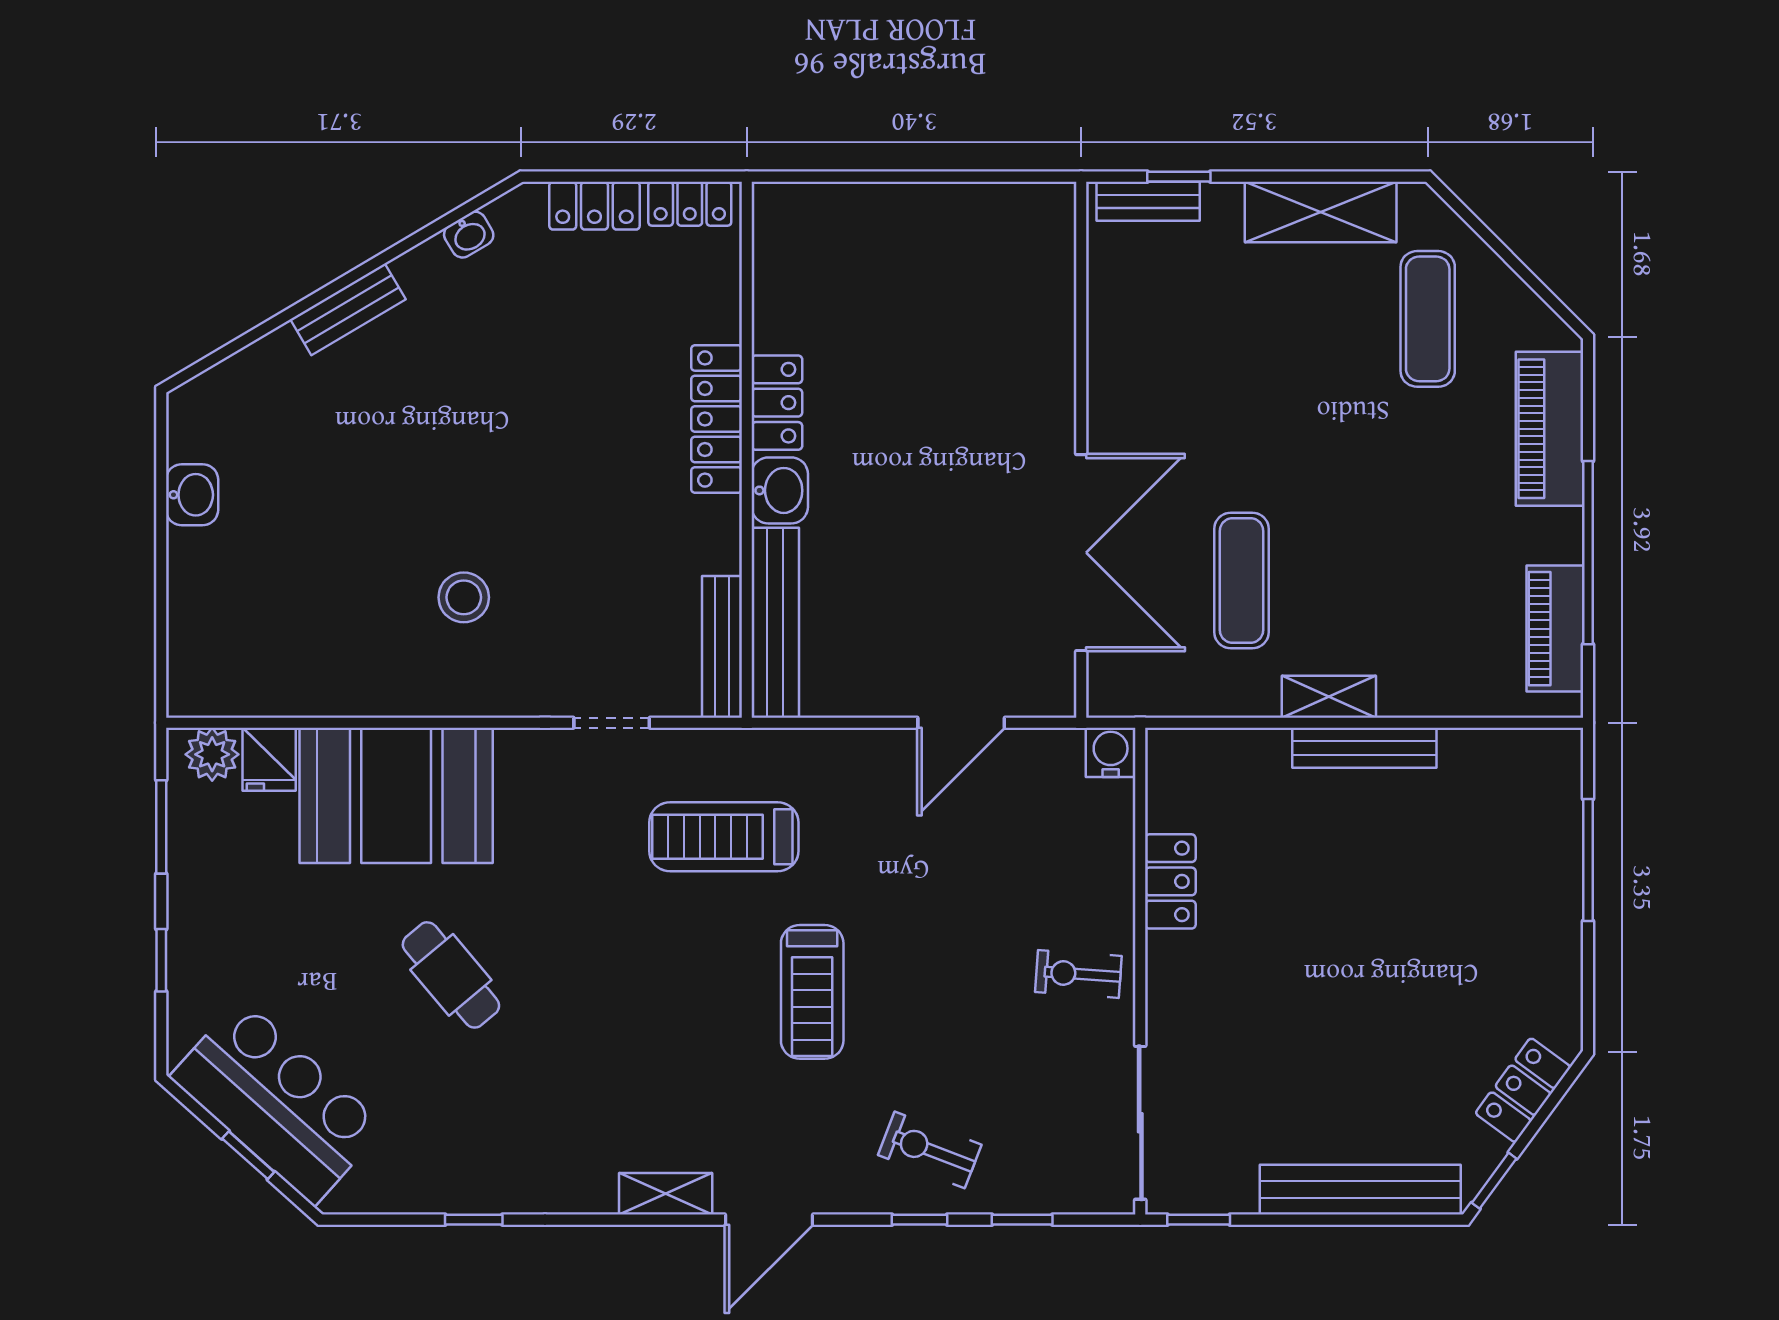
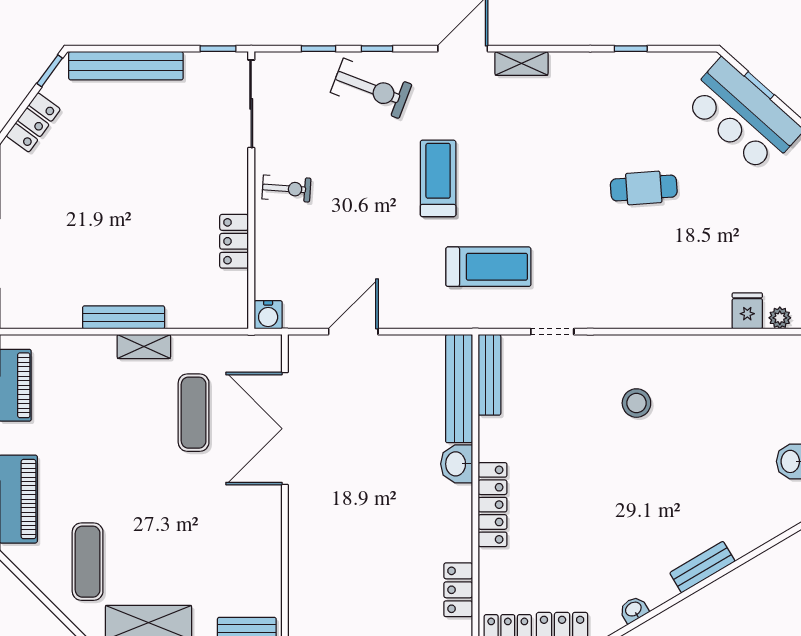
locker: (777, 403) -> (458, 590), moved
plant: (212, 754) -> (780, 318), width x0.73, depth x0.73
booth: (396, 795) -> (675, 290), removed
cafe table: (451, 975) -> (644, 188), turned -54
exercise bike: (930, 1150) -> (371, 88), width x1.38, depth x1.39

